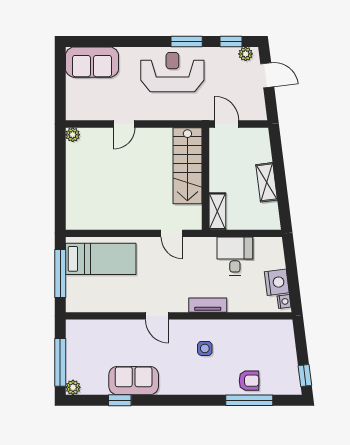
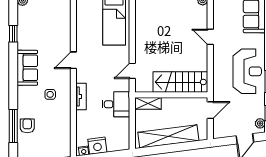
shelving: (267, 182) -> (168, 136), width x2.20, depth x1.33
desk: (235, 256) -> (116, 104), moved
sofa: (134, 381) -> (27, 68), moved
armchair: (249, 381) -> (27, 126), turned 180

